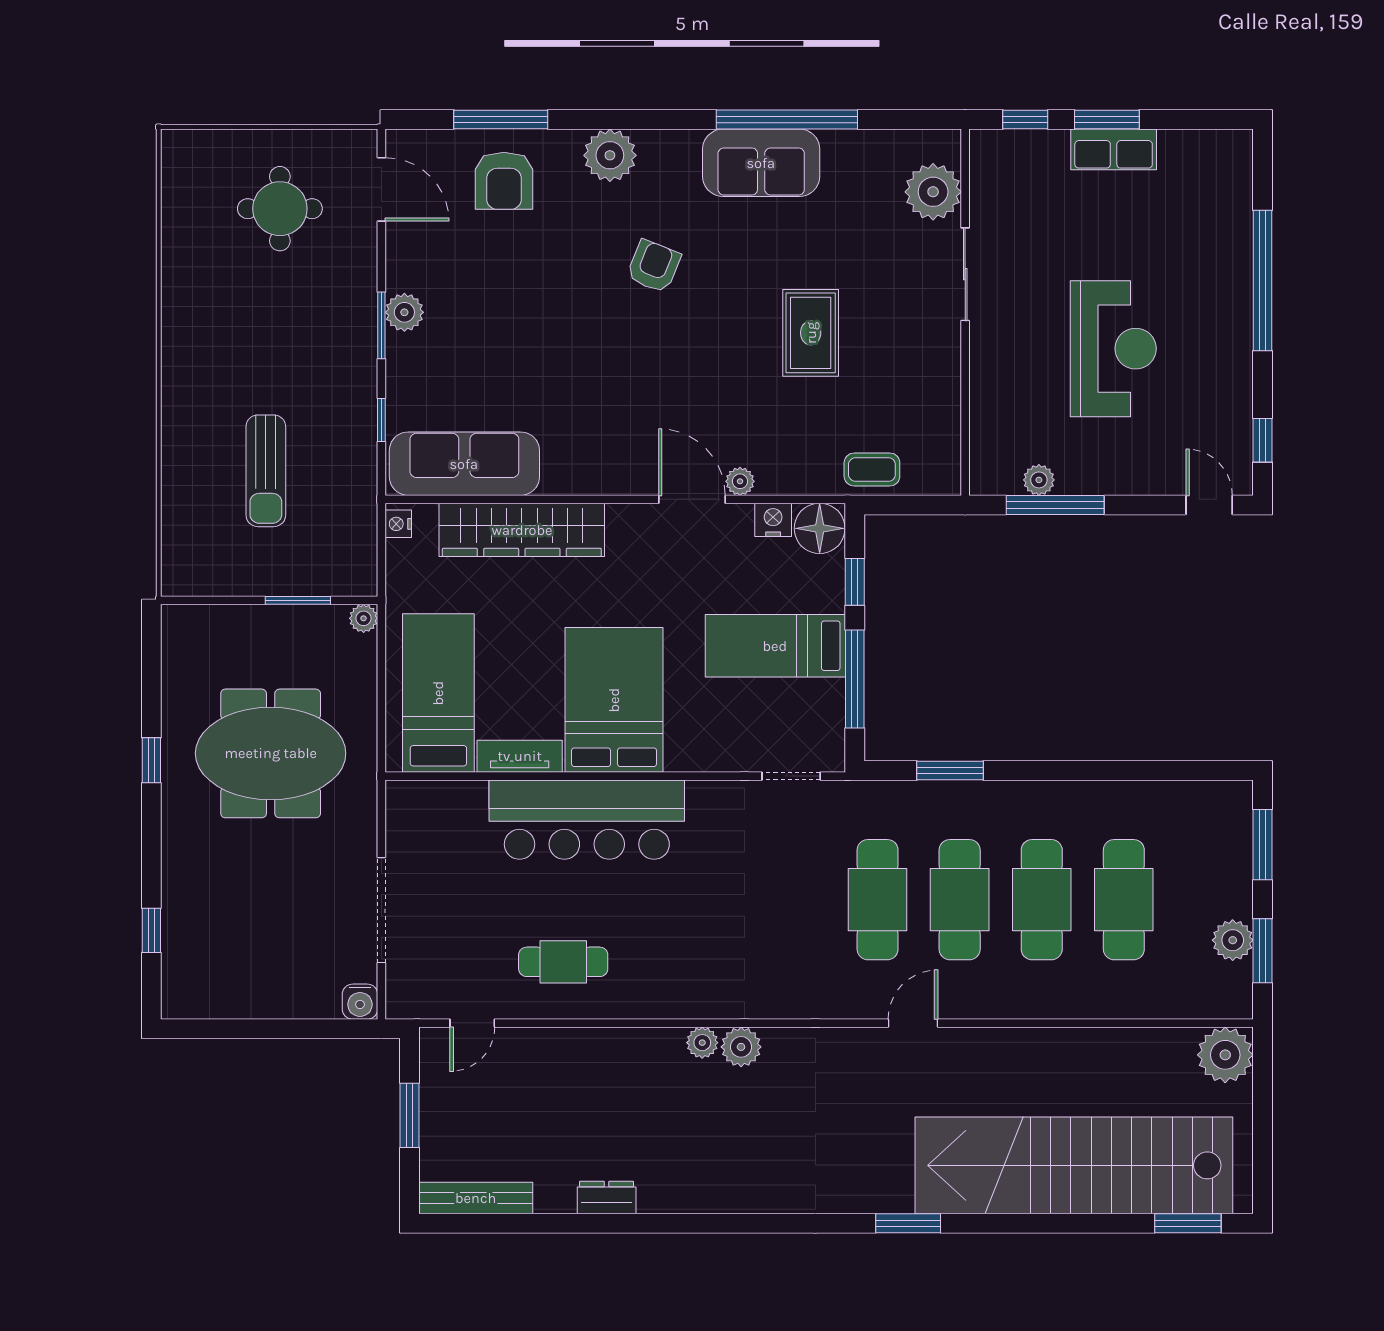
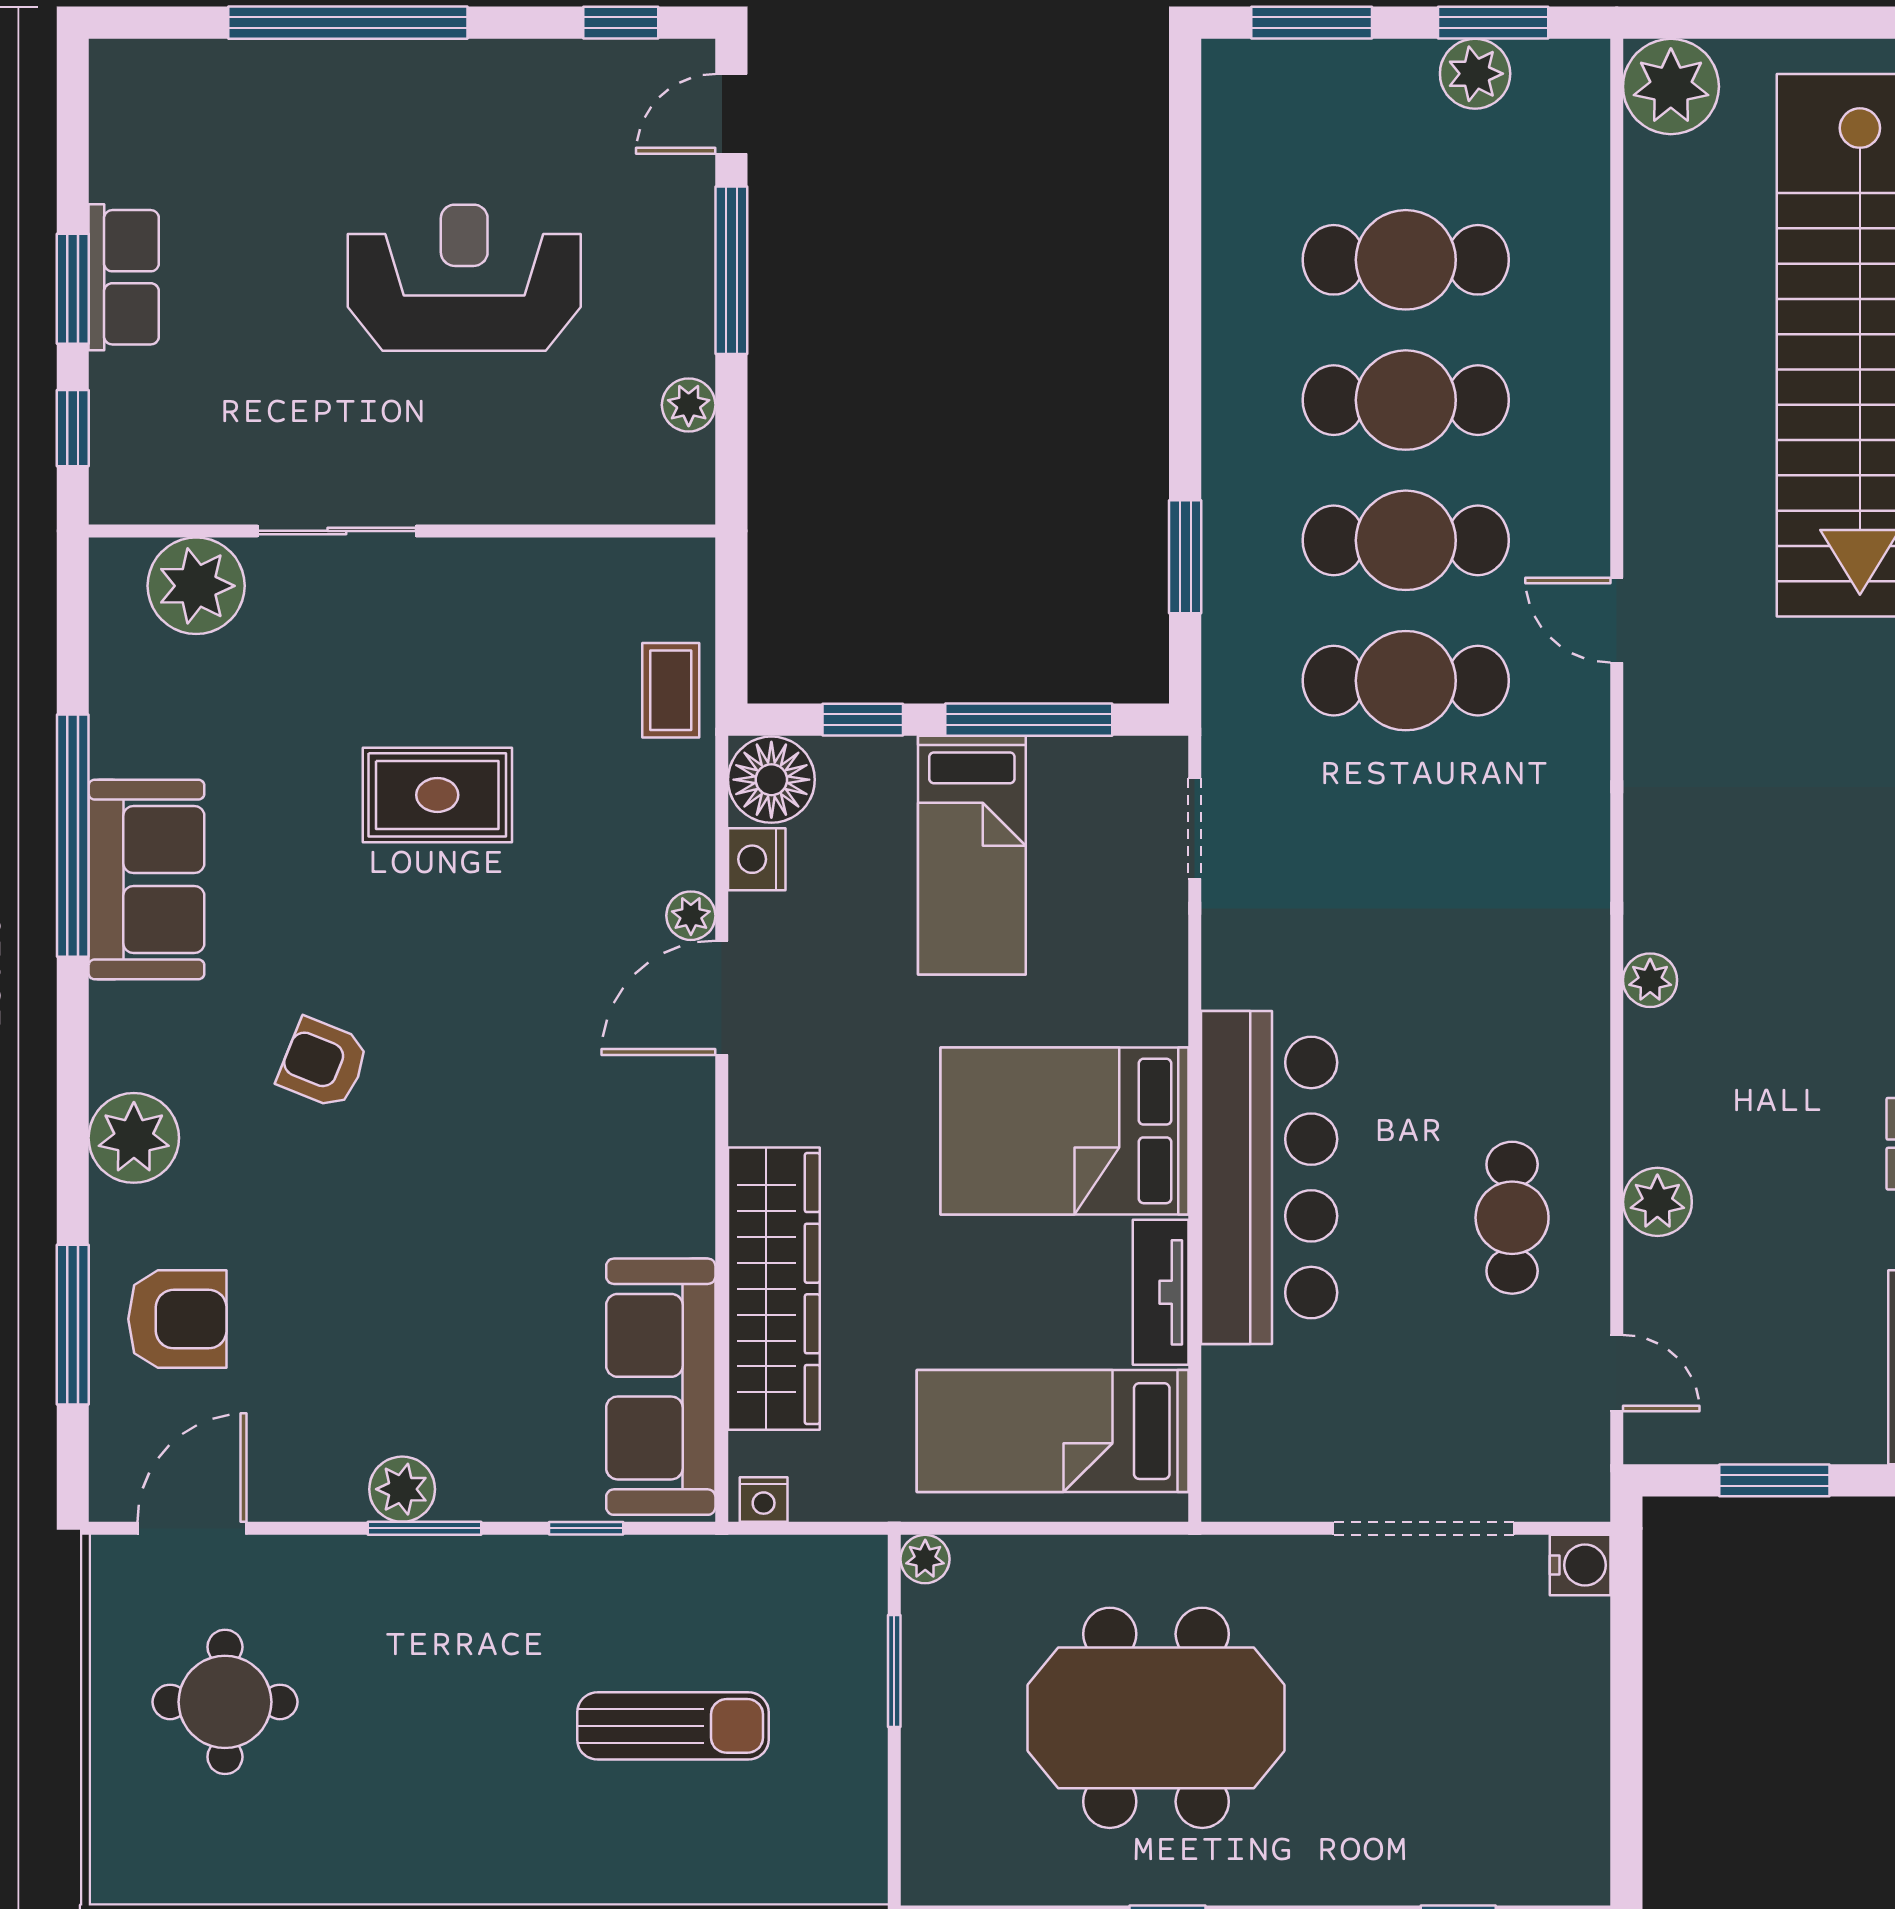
window: (1055, 505) -> (731, 270), moved
meeting table: (271, 753) -> (1156, 1718), turned 90
plant: (741, 1047) -> (1657, 1202), moved

